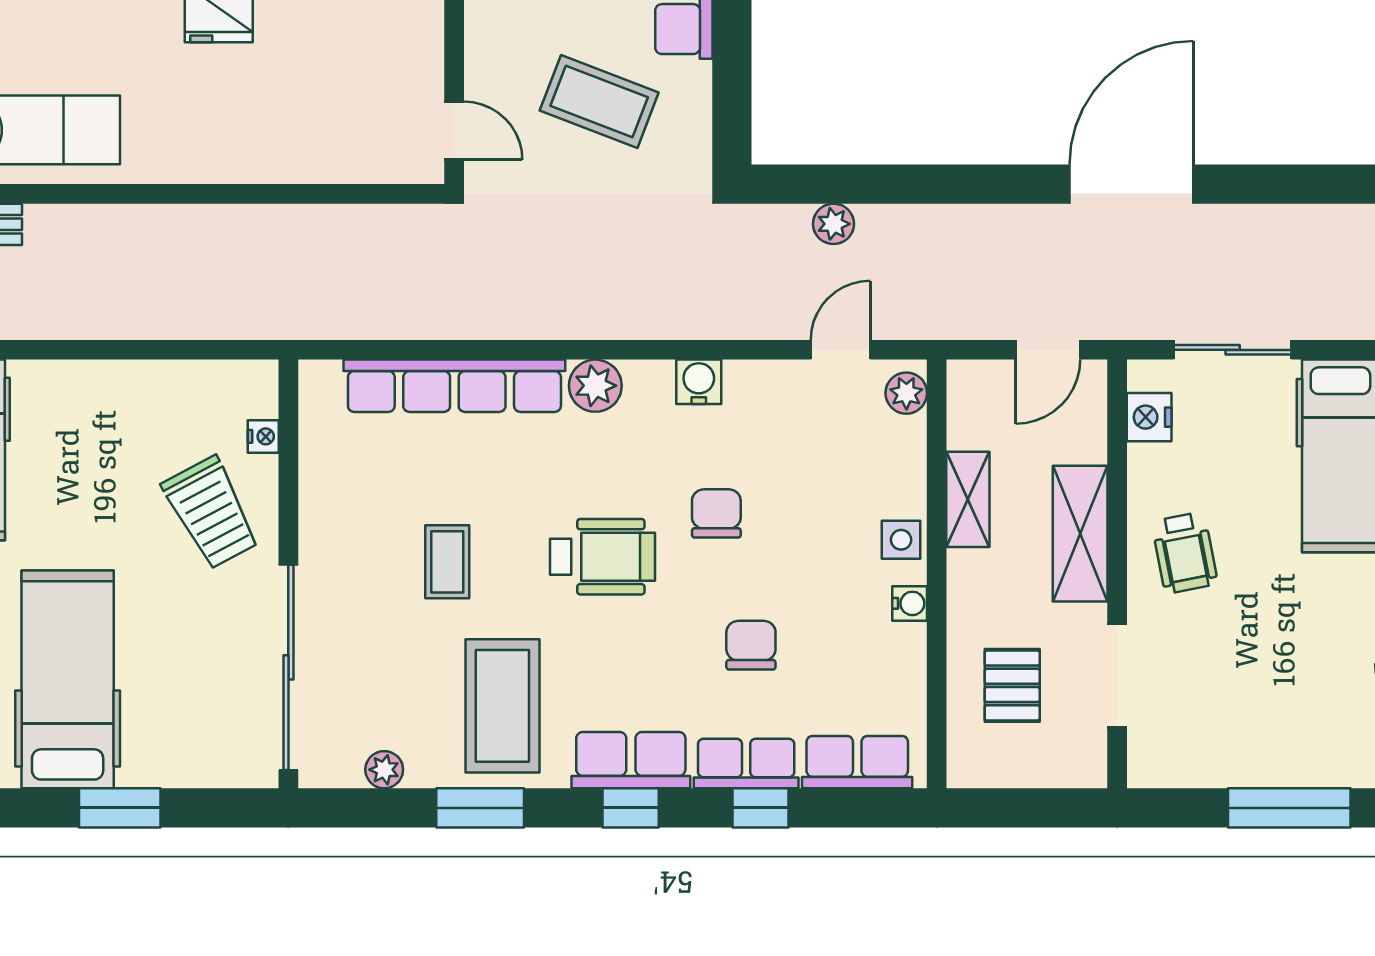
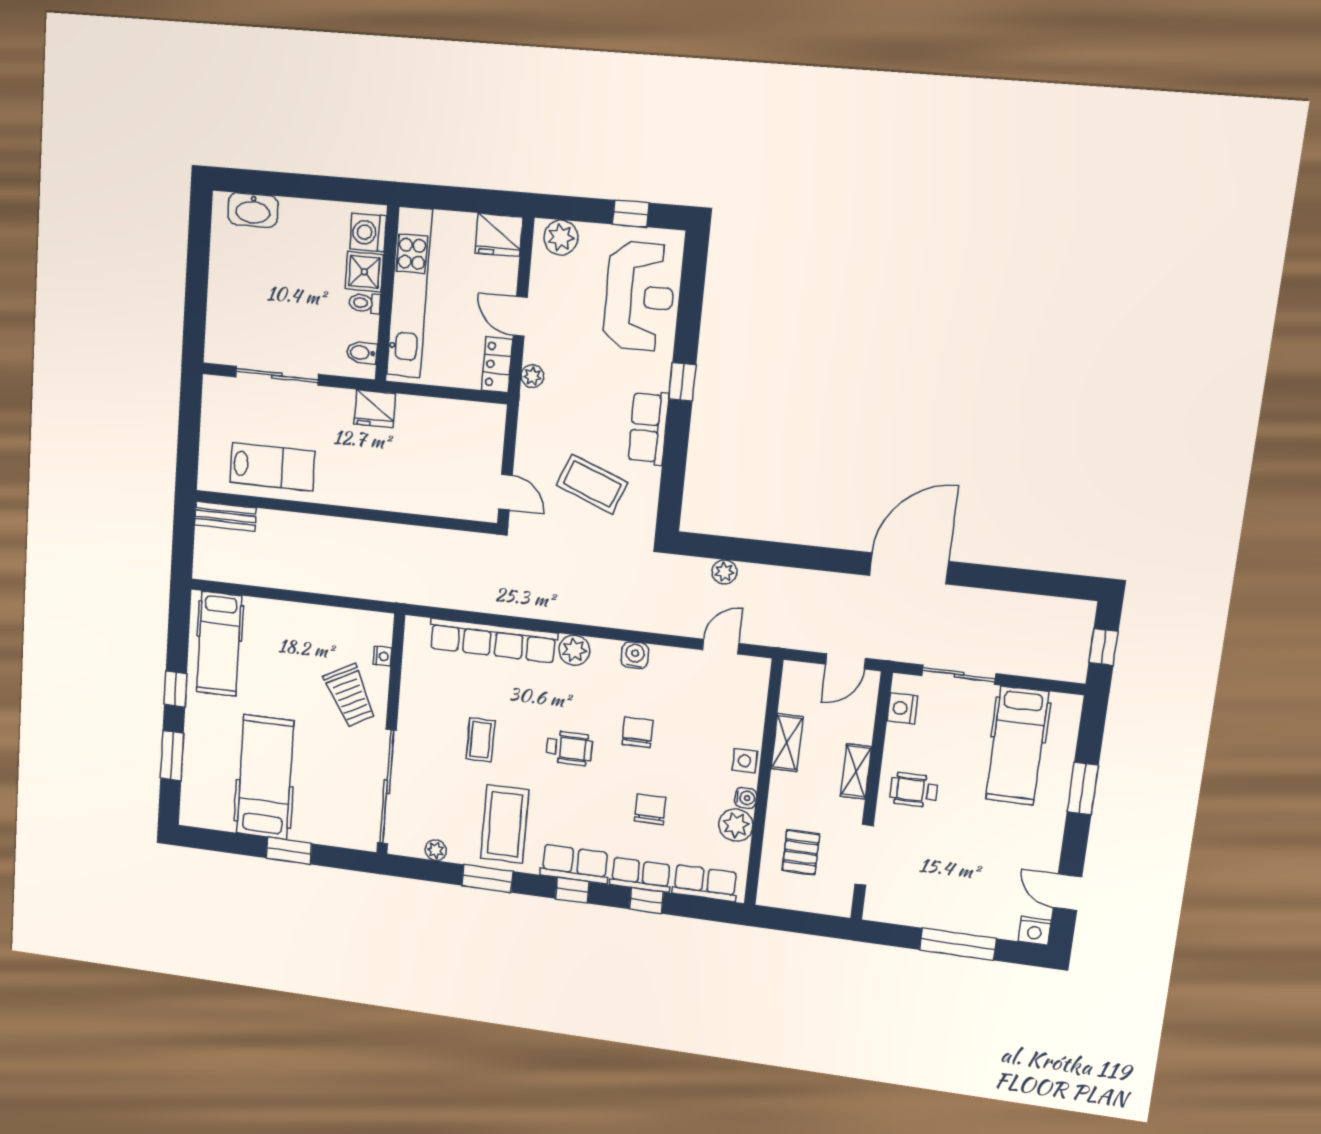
plant: (906, 393) -> (736, 825), moved, width x1.38, depth x1.38
shelving: (1080, 534) -> (856, 771), width x0.67, depth x0.75
wheelchair: (1185, 553) -> (914, 790), turned 101
wheelchair: (602, 557) -> (569, 748), width x0.73, depth x0.73

